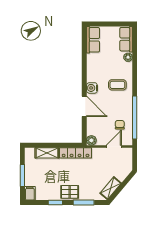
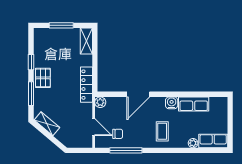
row of seats: (93, 40) -> (194, 104), moved
water cooler: (92, 88) -> (172, 103), moved
window: (135, 118) -> (126, 150), width x0.68
shelving: (47, 153) -> (86, 41), moved
filing cabinet: (30, 193) -> (41, 34), removed

